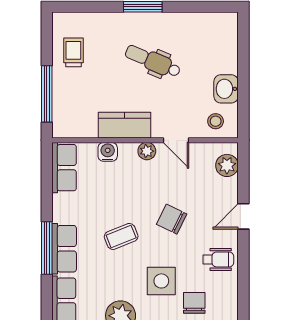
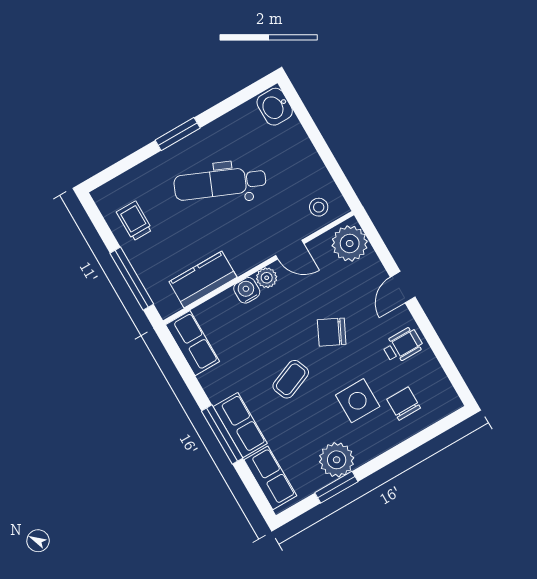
dental chair: (153, 61) -> (220, 183), width x1.36, depth x1.38
washbasin: (226, 89) -> (275, 107), moved
kitchen counter: (125, 125) -> (203, 280), moved
water cooler: (108, 152) -> (247, 290), moved
plant: (227, 165) -> (350, 243), width x1.36, depth x1.36

